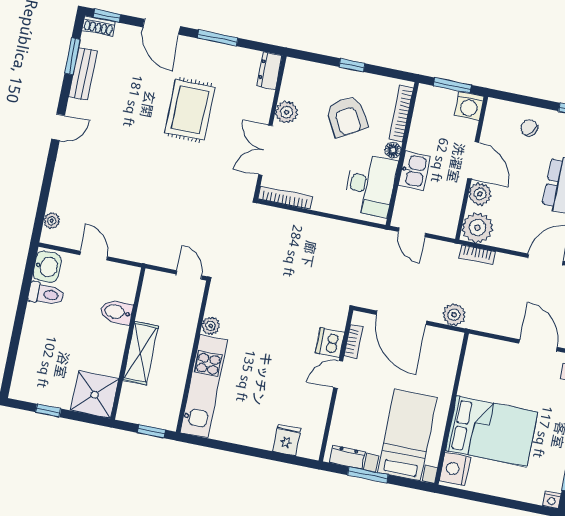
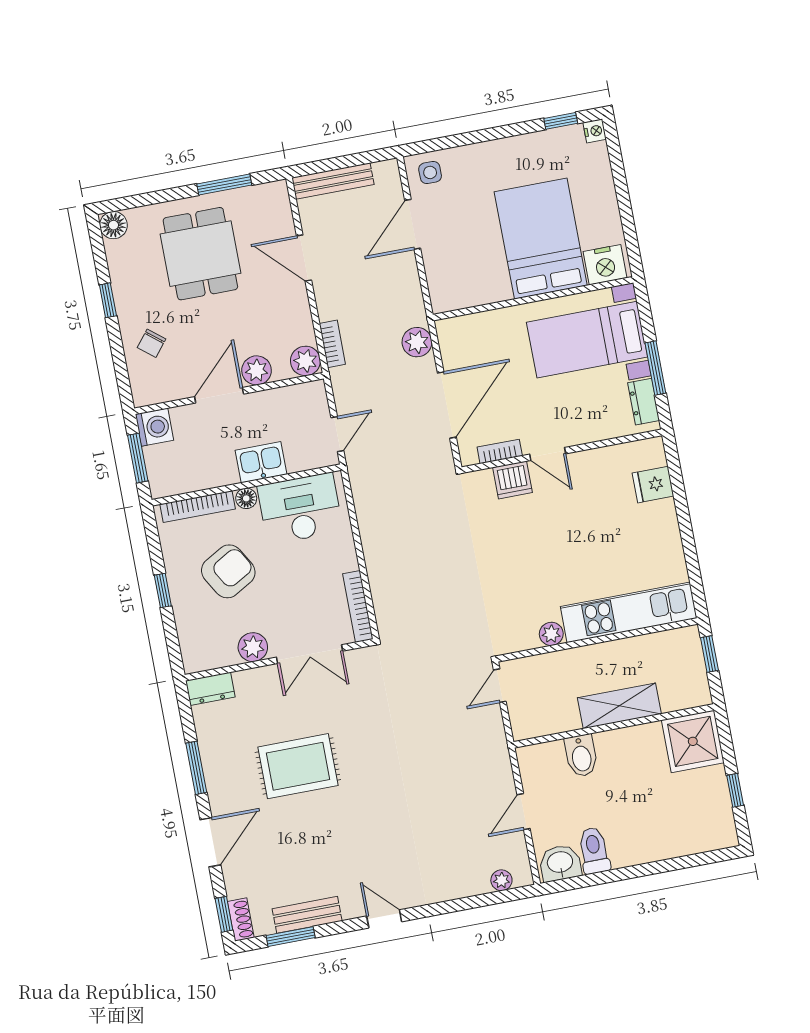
plant: (478, 228) -> (305, 361), width x0.73, depth x0.73

